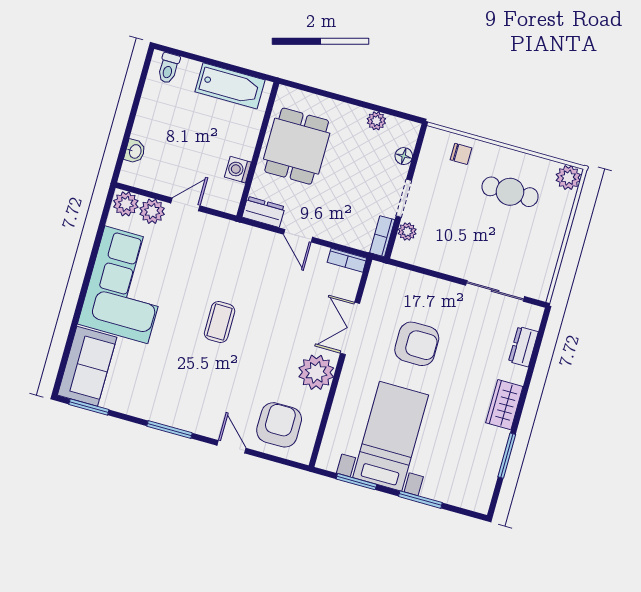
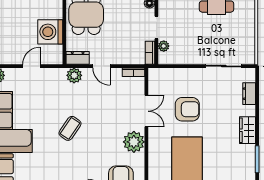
washing machine: (238, 170) -> (50, 32), width x1.89, depth x1.89
plant: (152, 211) -> (74, 75), moved
coffee table: (220, 322) -> (70, 128), turned 34
double door: (350, 328) -> (146, 111), swing flipped

